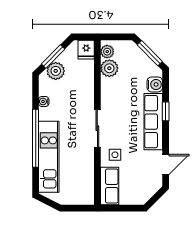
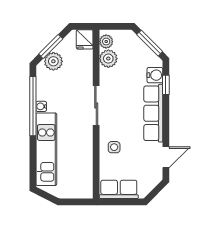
water cooler: (44, 101) -> (41, 106), moved
window: (166, 111) -> (166, 85), moved
sliding door: (97, 128) -> (96, 105), moved
window: (36, 138) -> (33, 106), moved
row of seats: (110, 186) -> (119, 189), moved, turned -90

